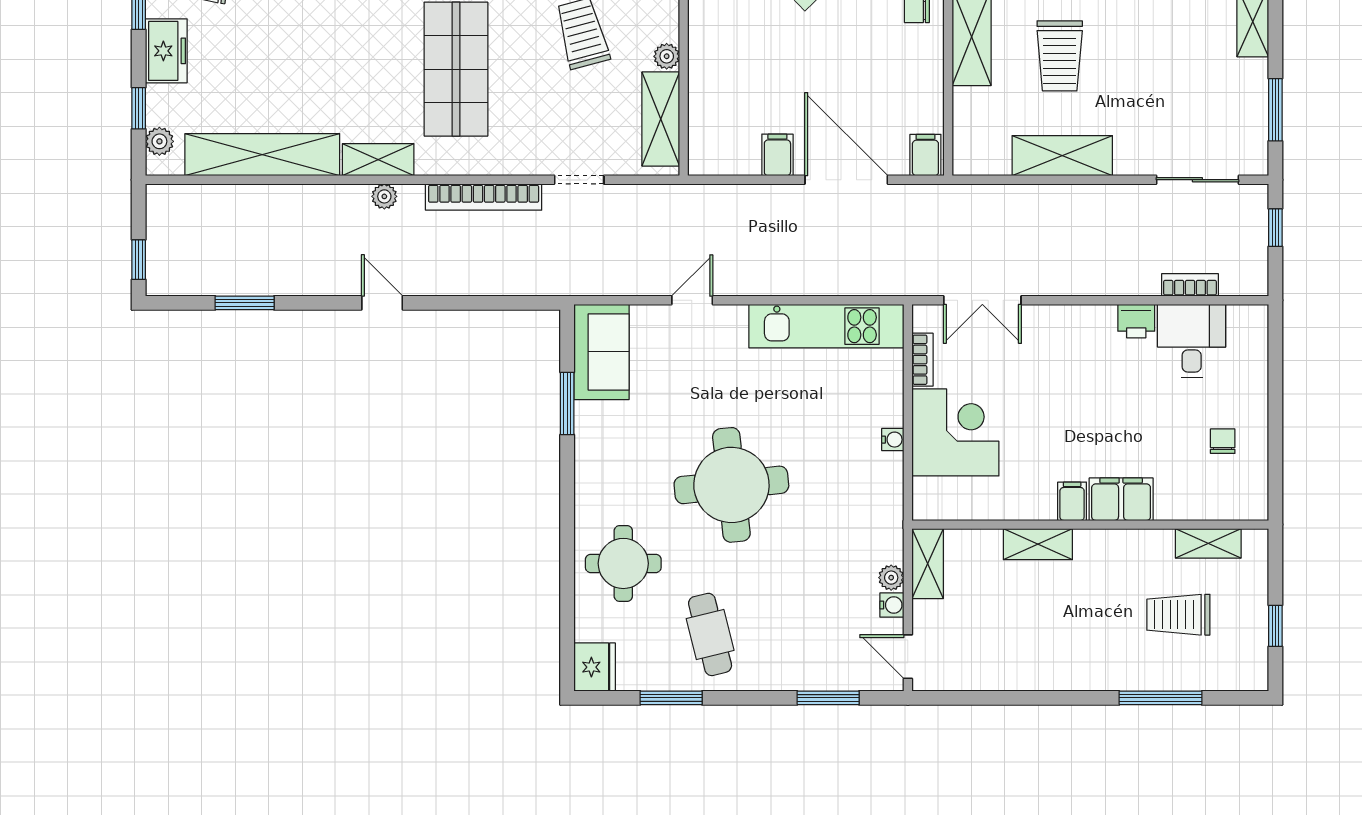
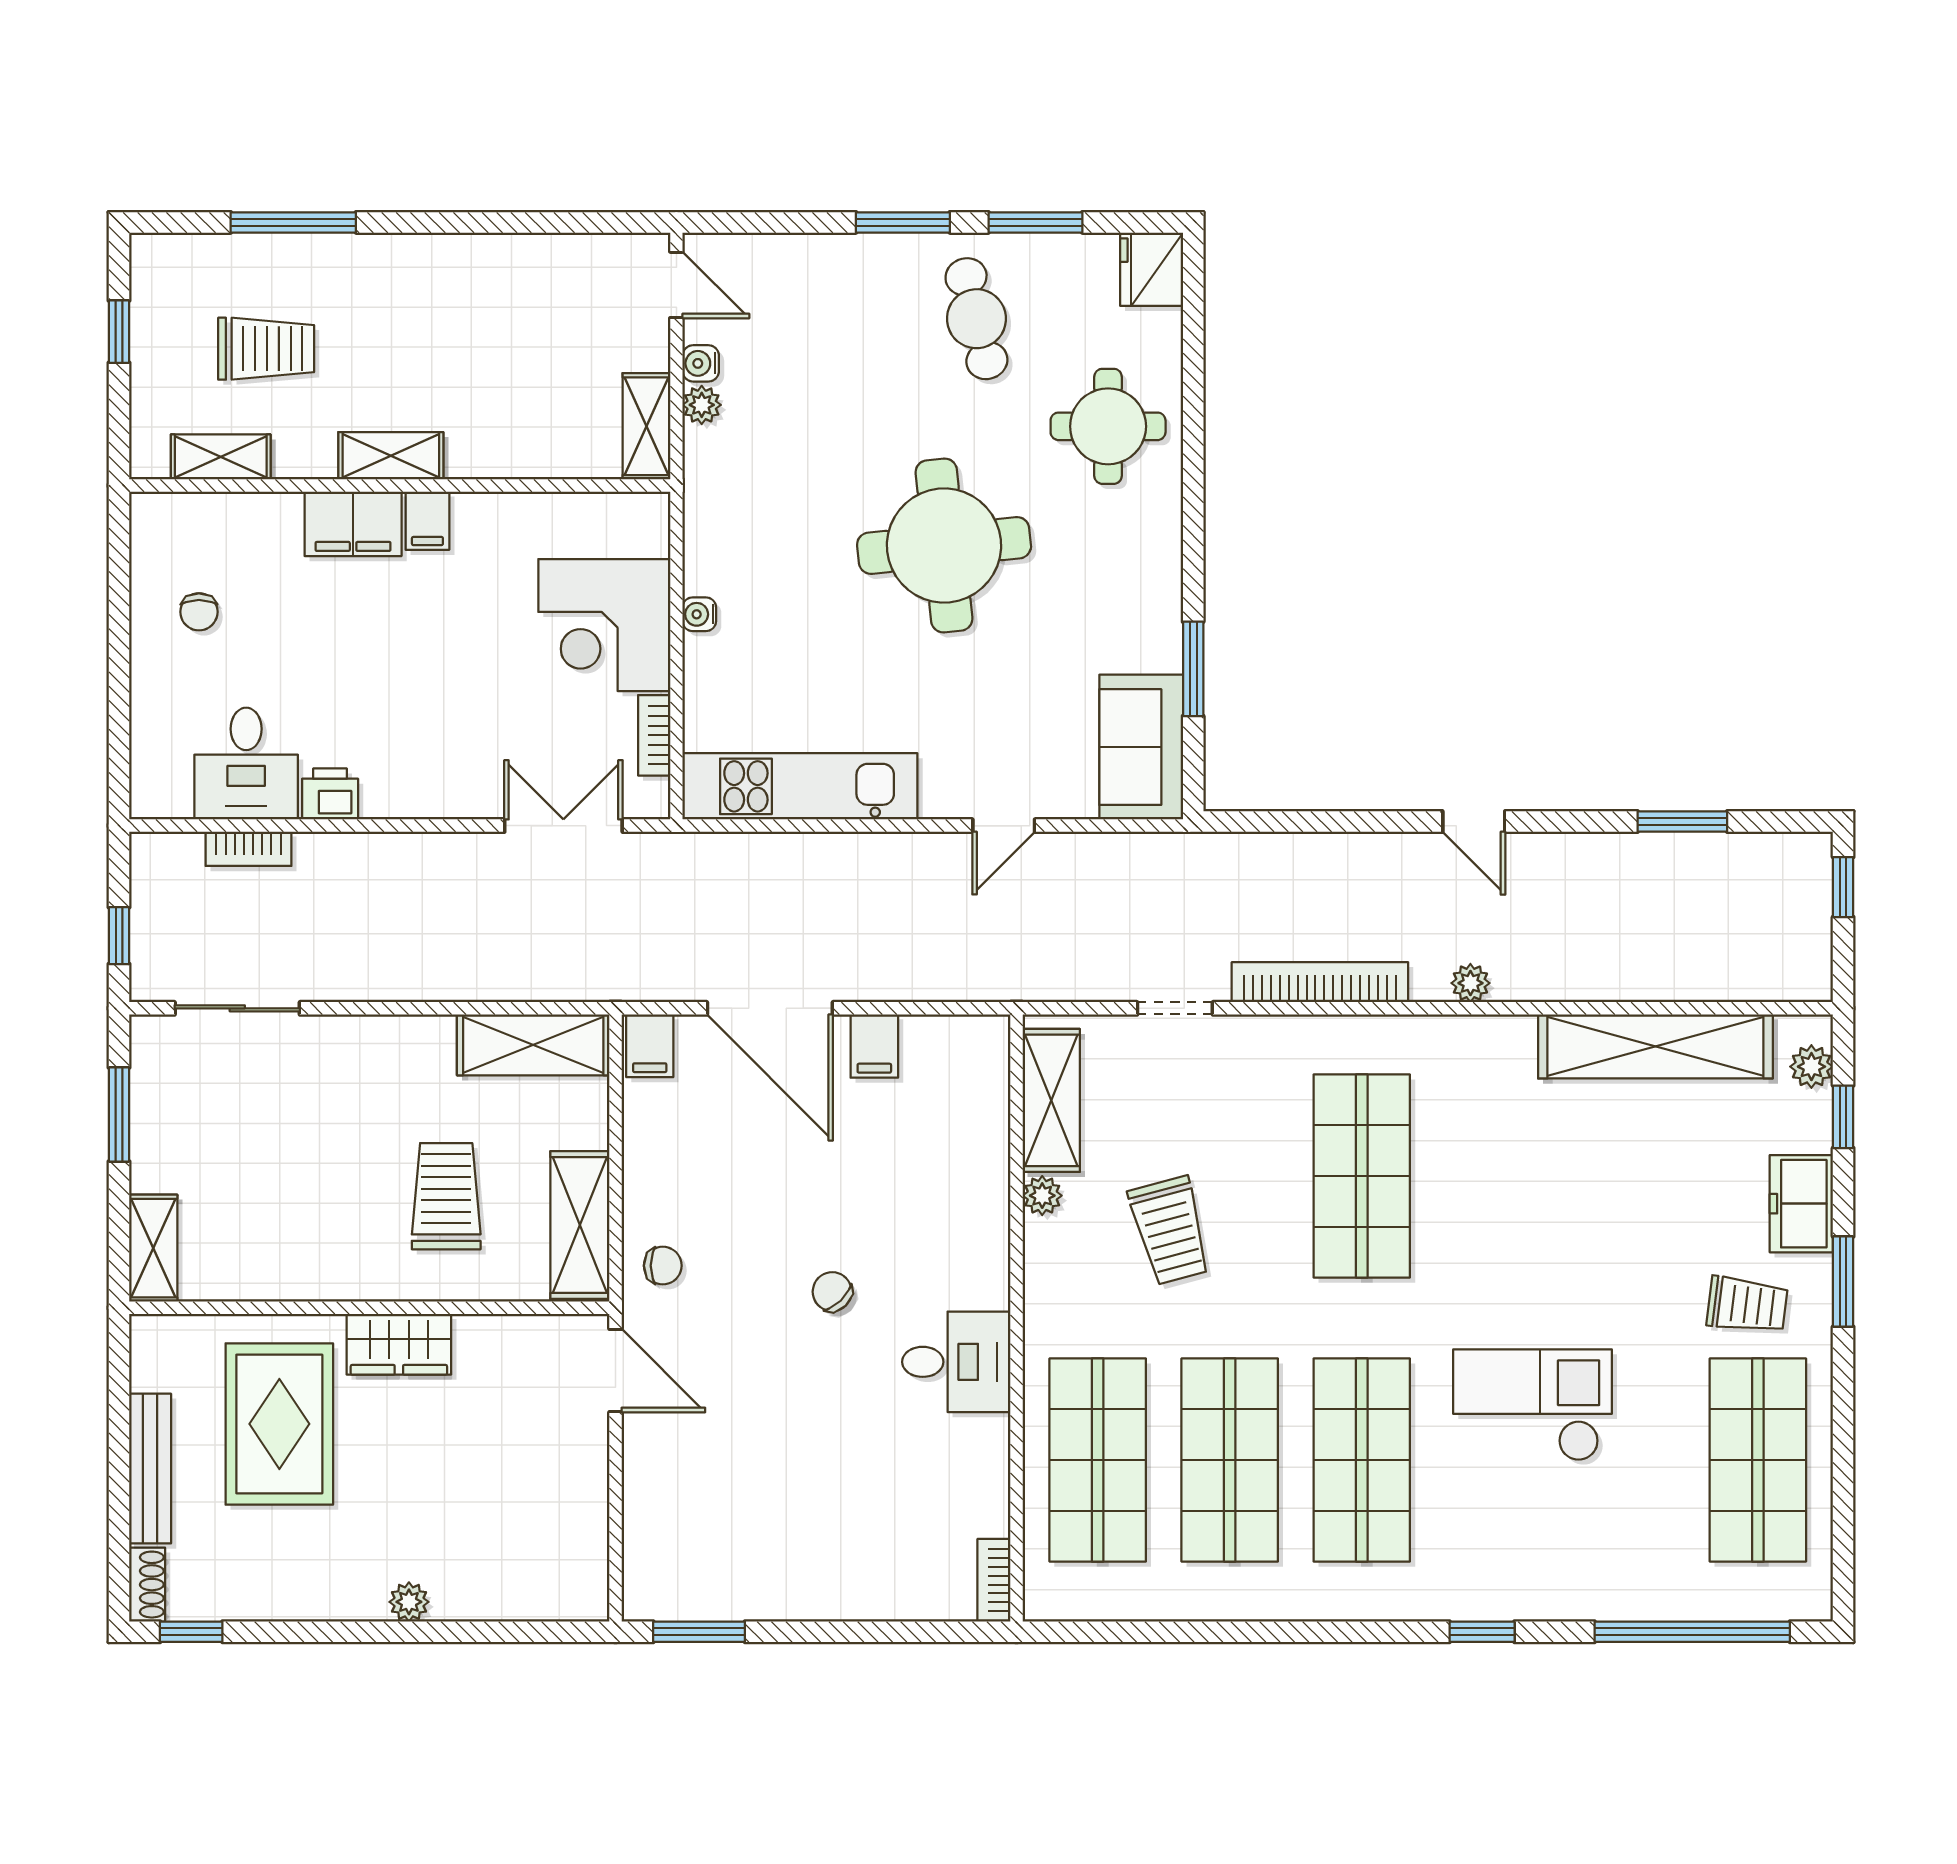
shelving: (1062, 156) -> (533, 1045), moved
shelving: (378, 160) -> (1480, 1039), removed
shelving: (1038, 544) -> (391, 456), moved
window: (828, 698) -> (903, 222), moved

